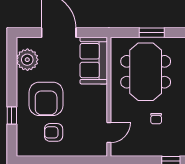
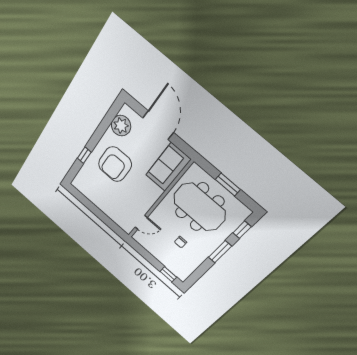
meeting table: (146, 72) -> (199, 207), turned 90
armchair: (54, 132) -> (104, 190), removed

